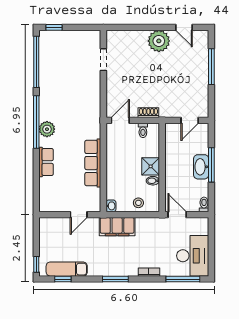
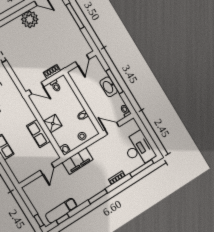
door: (120, 120) -> (36, 88), swing flipped
row of seats: (93, 163) -> (38, 134), width x0.68
shower: (151, 166) -> (53, 124), moved

